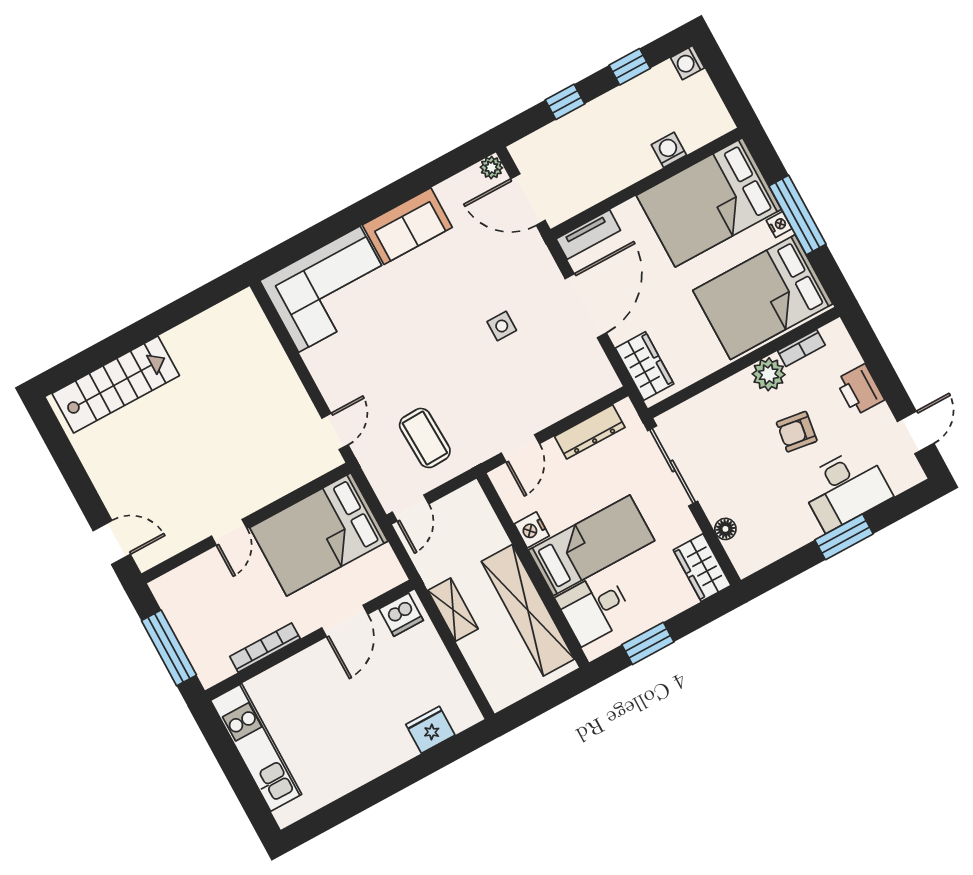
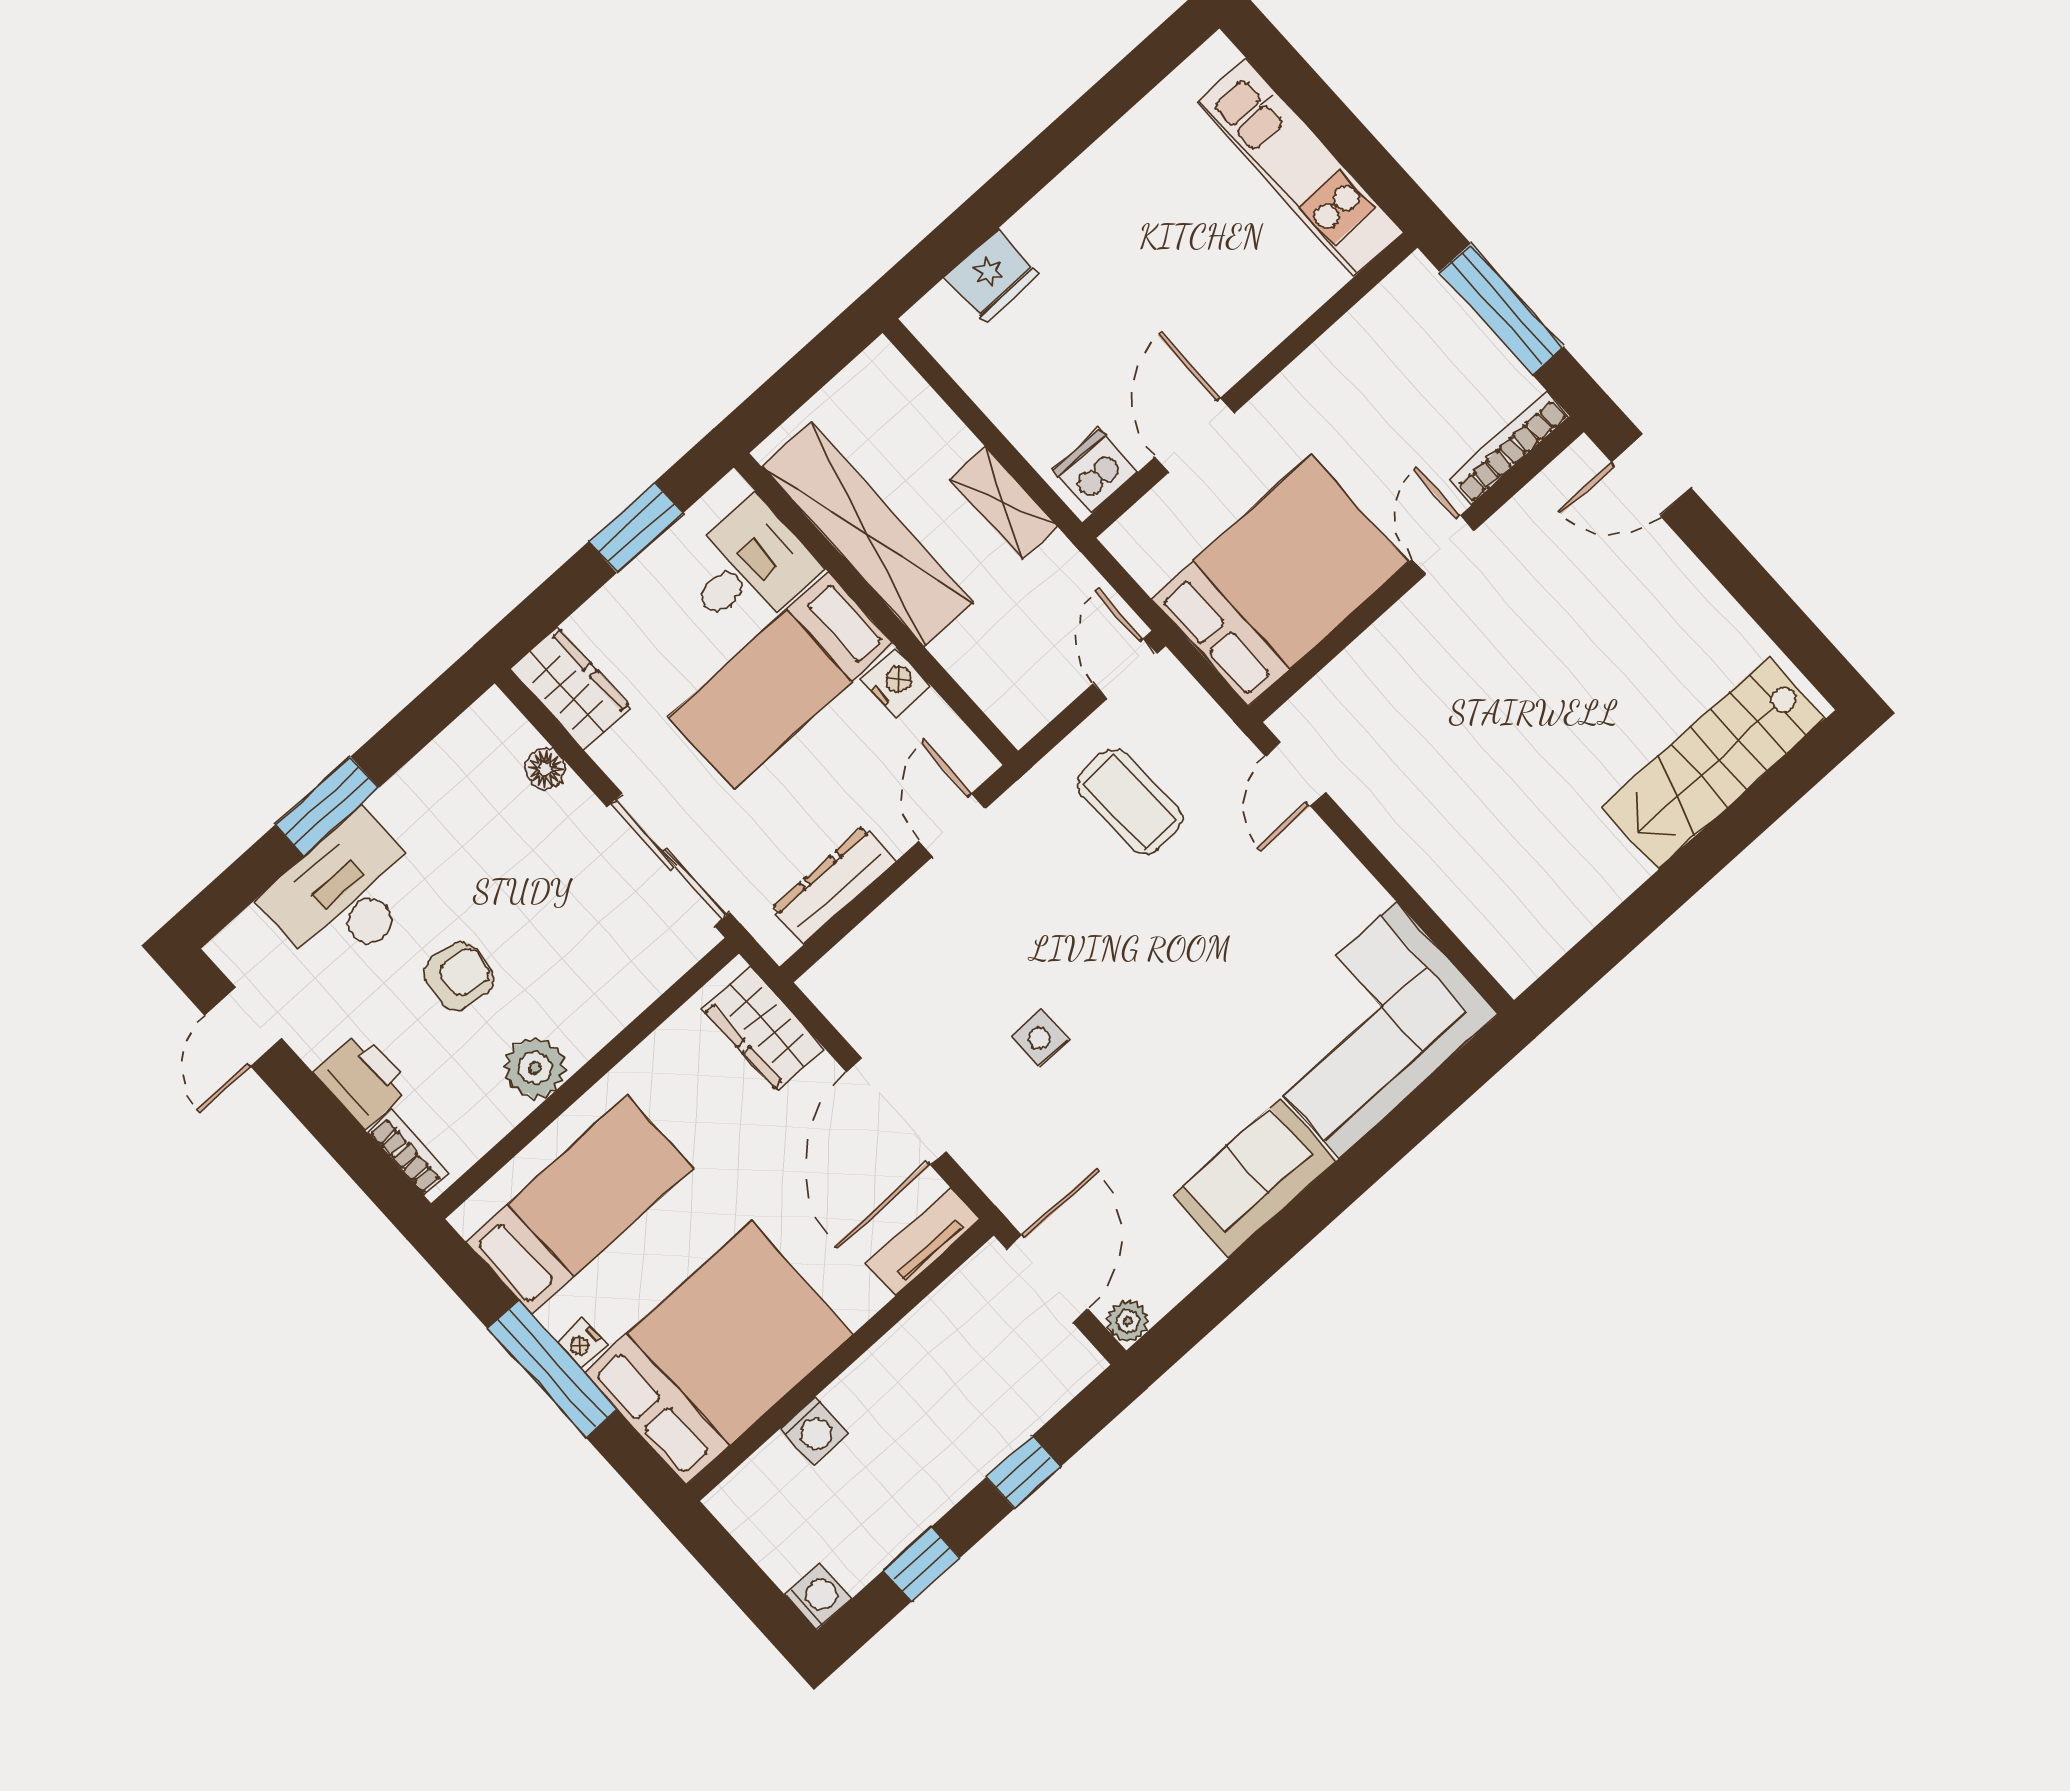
door: (528, 200) -> (1047, 1279), hinge flipped
bed: (763, 297) -> (579, 1205), width x0.67
bookcase: (801, 348) -> (408, 1153), moved, turned 90
bookcase: (265, 648) -> (1510, 448), moved, turned 180

